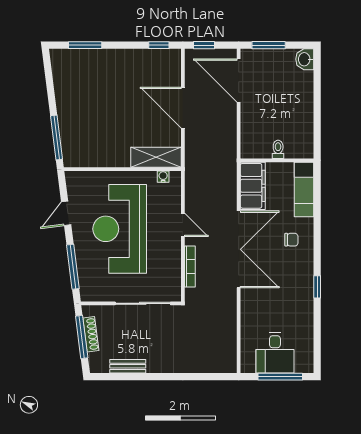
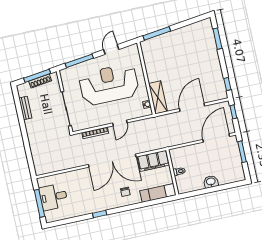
washbasin: (305, 59) -> (211, 182), moved
door: (66, 213) -> (111, 49), hinge flipped

